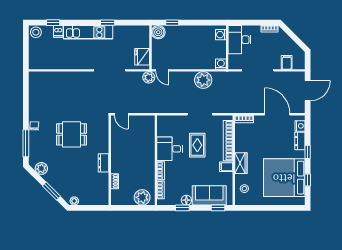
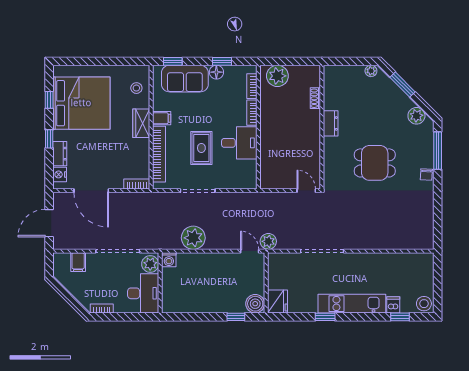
washing machine: (221, 35) -> (169, 300), removed
fridge: (142, 57) -> (277, 301), moved
plant: (234, 61) -> (150, 264), added

